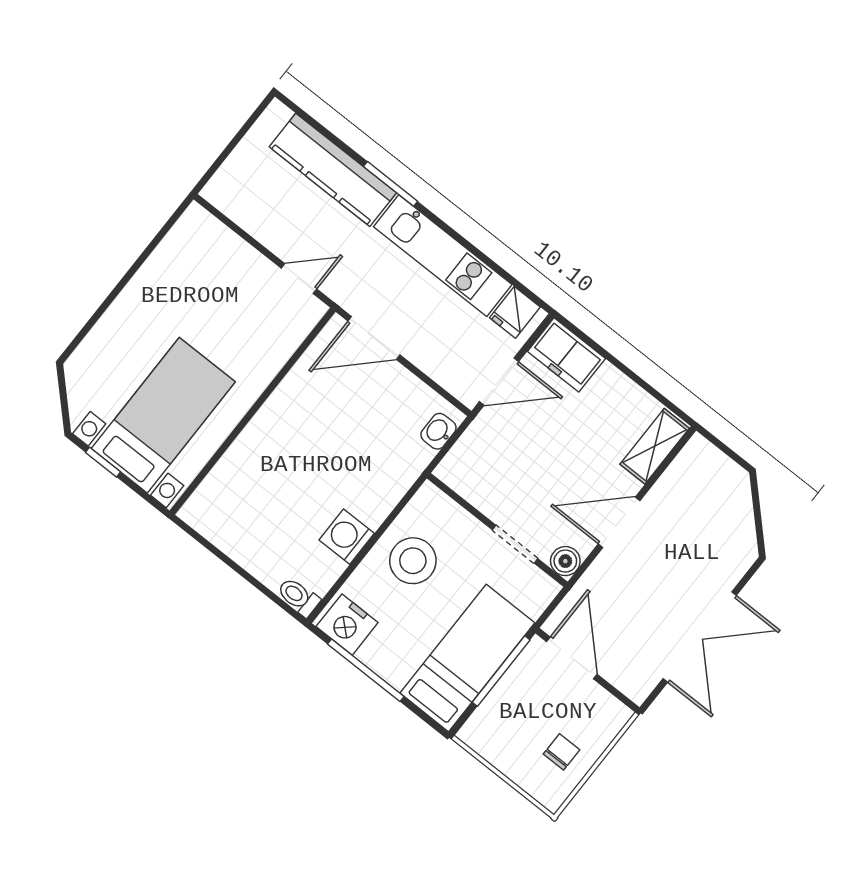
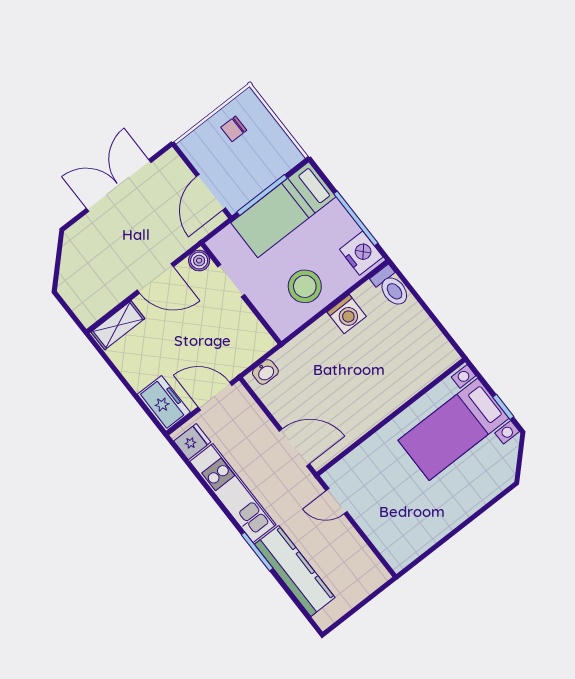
toilet: (298, 597) -> (391, 287), width x1.37, depth x1.39

